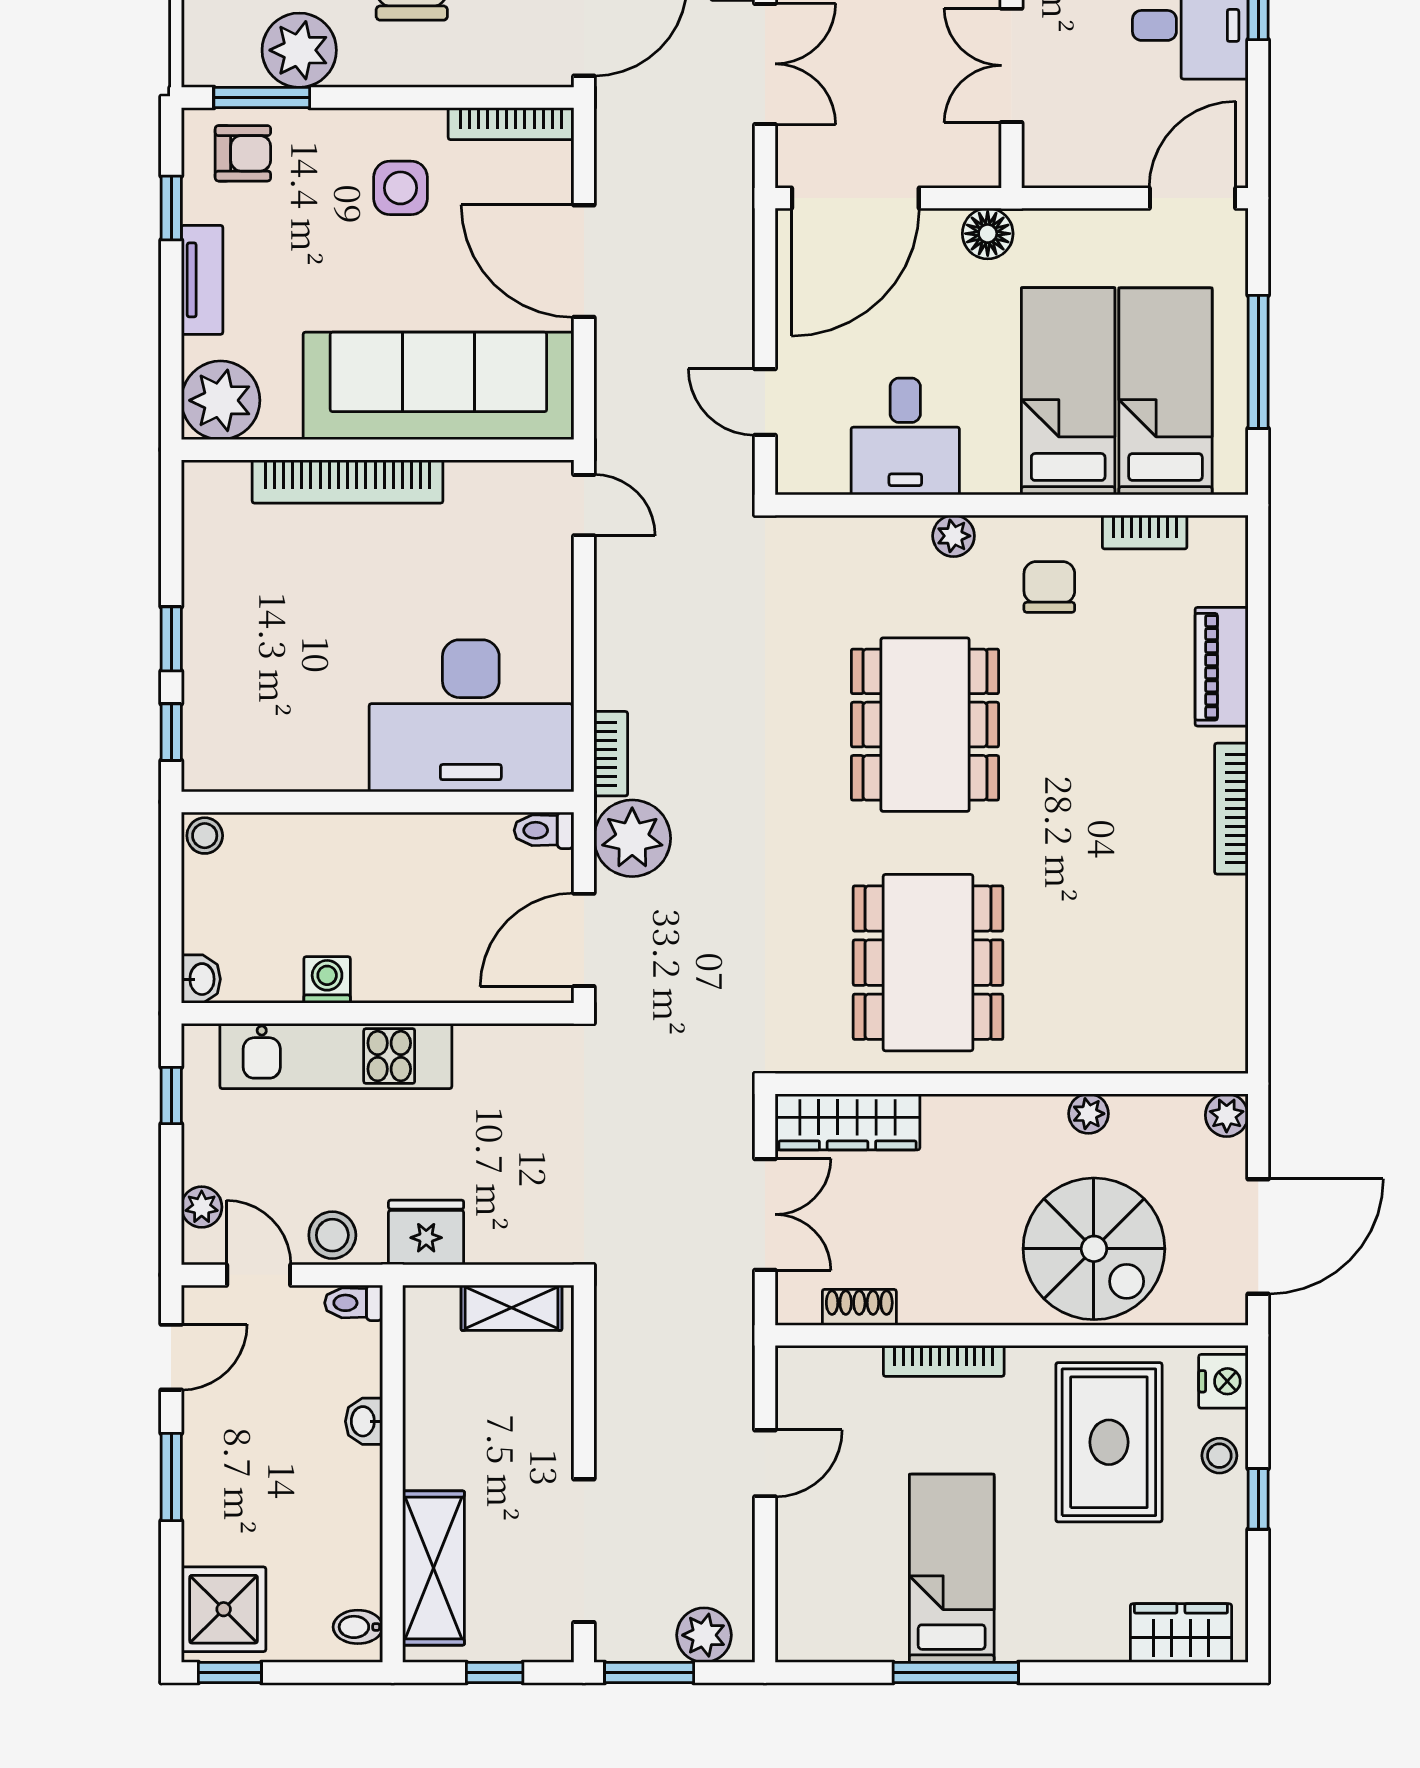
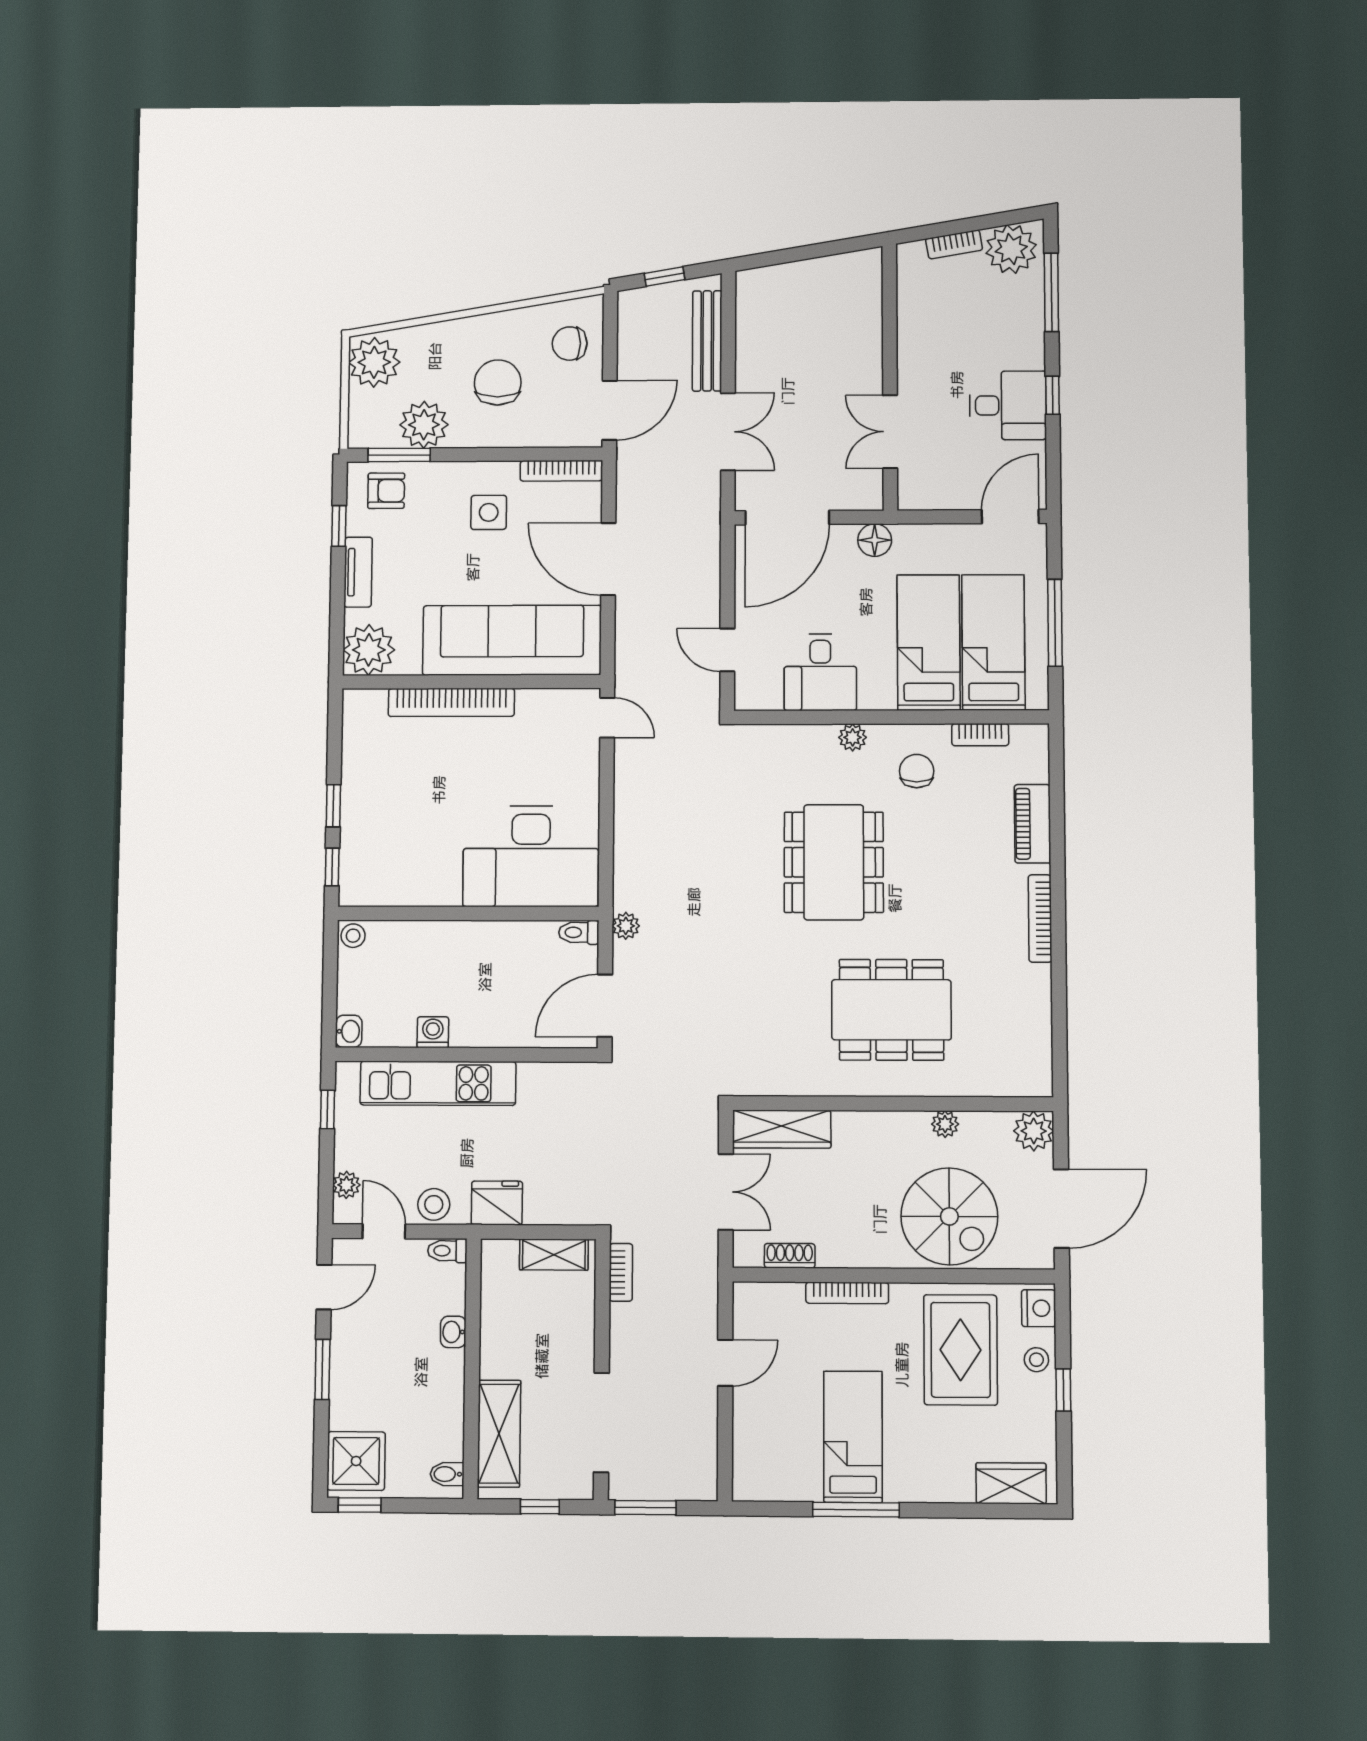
bookcase: (611, 754) -> (621, 1272), moved
plant: (632, 838) -> (626, 926), width x0.53, depth x0.53
dining table: (928, 963) -> (891, 1010), moved, turned 90
plant: (1227, 1115) -> (1034, 1131), width x1.38, depth x1.38
plant: (704, 1635) -> (683, 1482), removed

